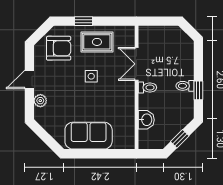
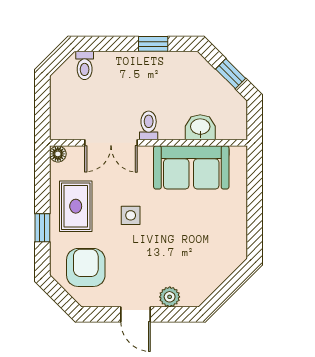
floor lamp: (130, 31) -> (58, 154), added
toilet: (185, 86) -> (85, 65), moved
sofa: (89, 136) -> (191, 167), moved, turned -90

